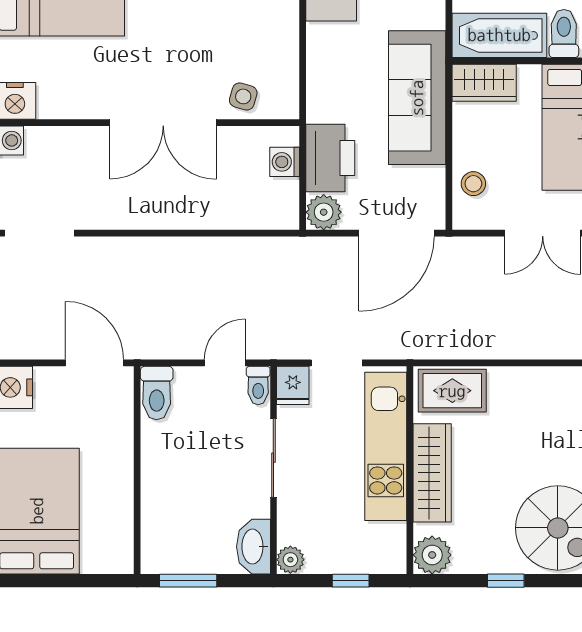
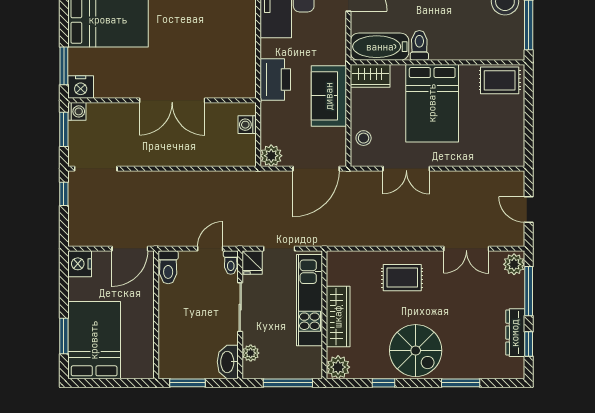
side table: (243, 96) -> (222, 84), removed
sofa: (417, 98) -> (329, 96), width x0.73
printer: (330, 158) -> (275, 79), moved
door: (95, 363) -> (130, 249), swing flipped
rug: (452, 391) -> (402, 278), moved
plant: (290, 560) -> (251, 353), moved
window: (351, 581) -> (288, 383), width x2.17

